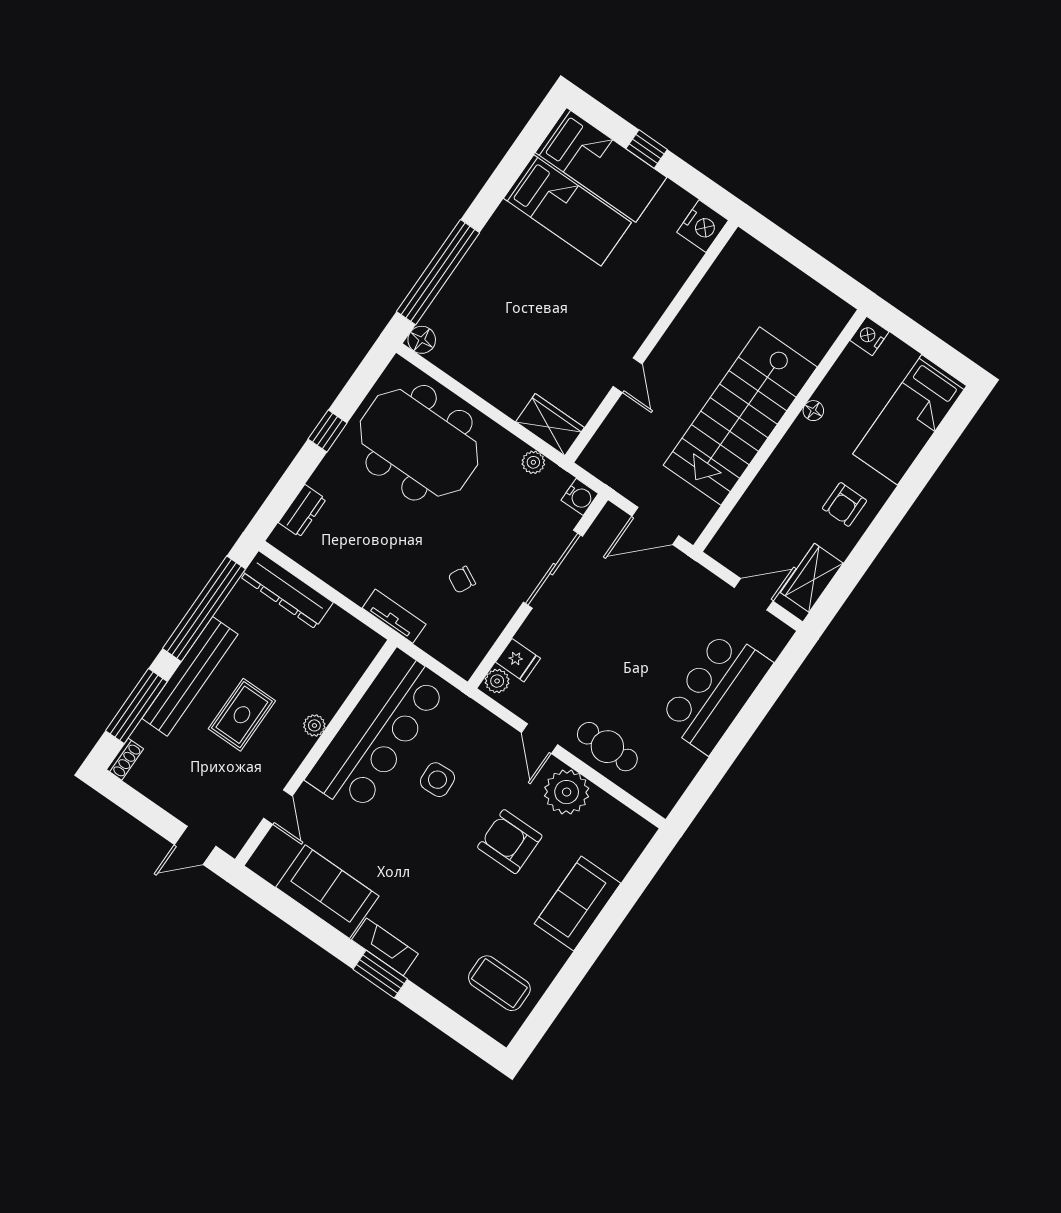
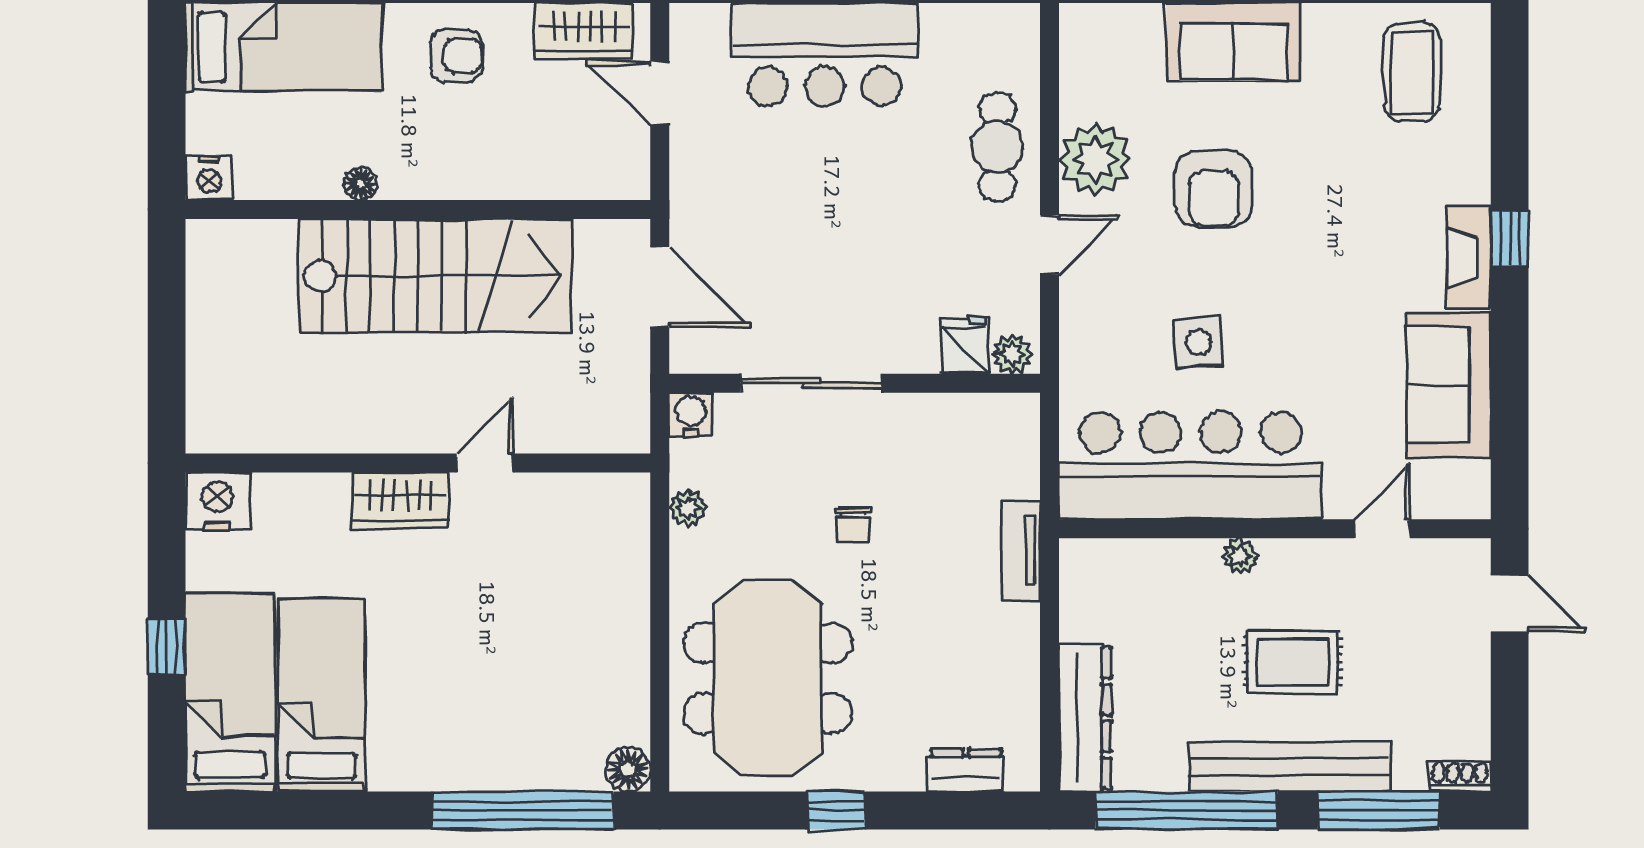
wardrobe: (550, 425) -> (400, 500), moved, turned -90
chair: (462, 580) -> (853, 525), moved, turned 63
window: (380, 974) -> (1510, 239), width x0.67

